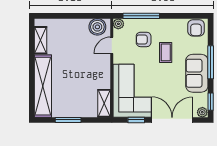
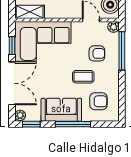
armchair: (196, 28) -> (98, 101), moved, turned 180
armchair: (144, 39) -> (97, 53), turned 90

